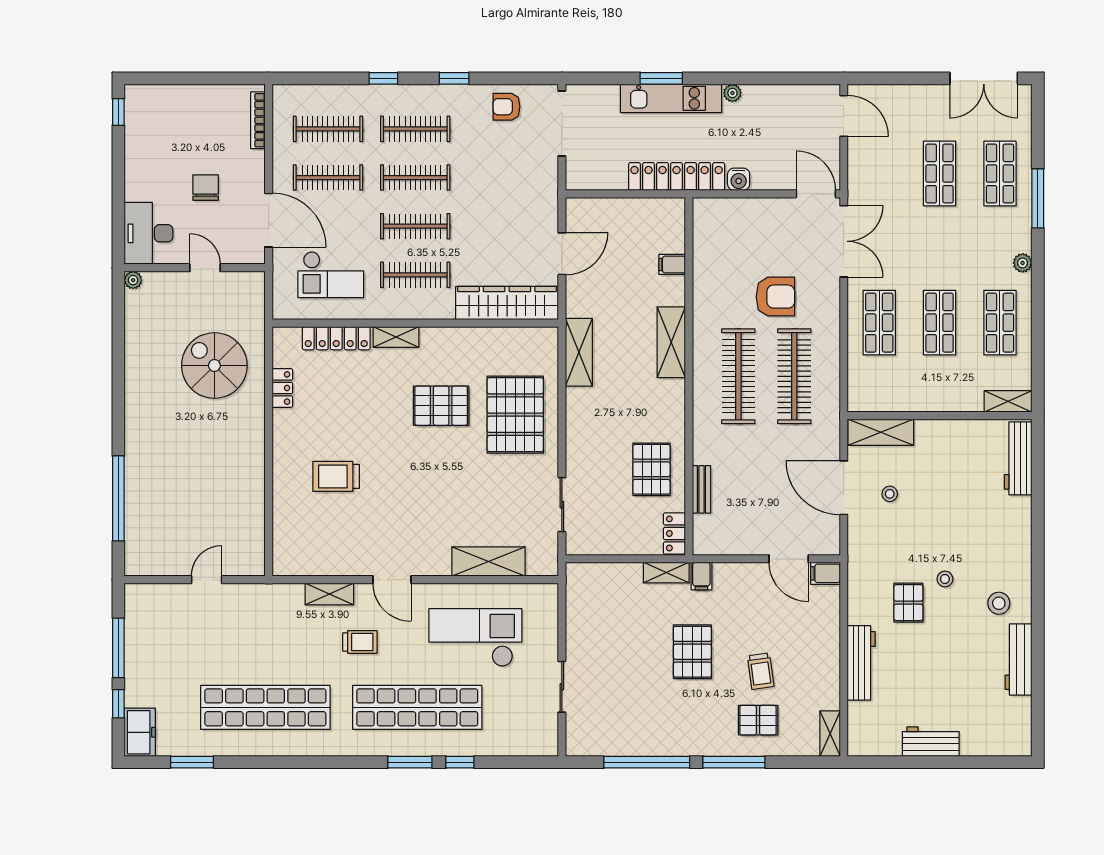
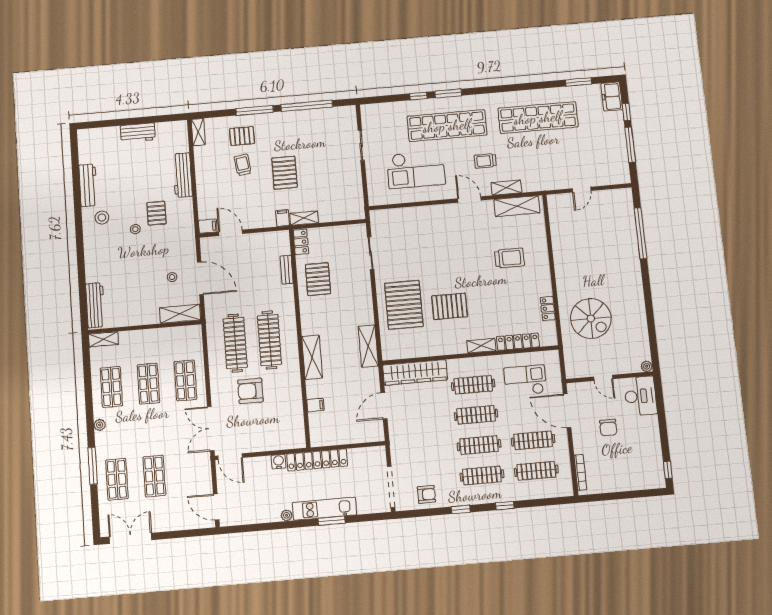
shelving: (488, 561) -> (517, 206), moved

